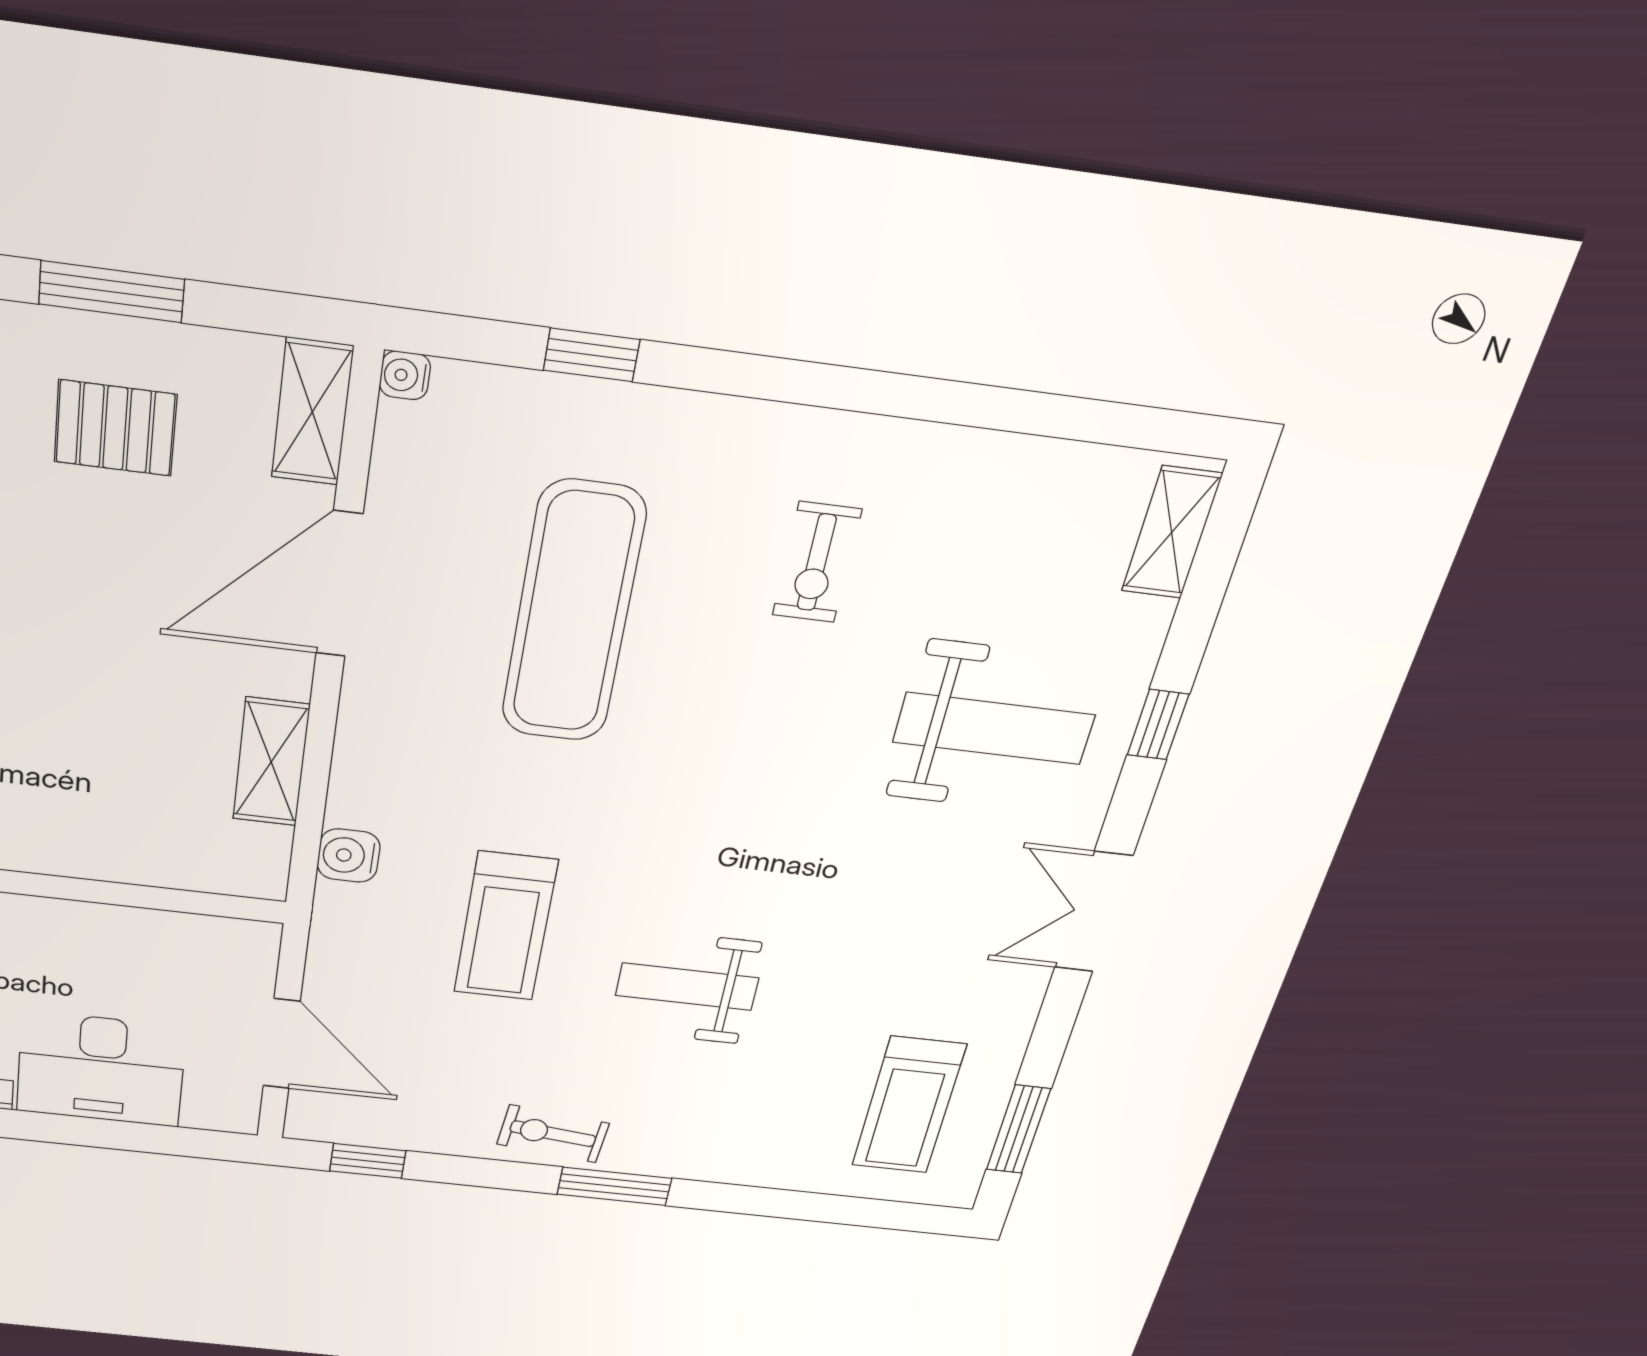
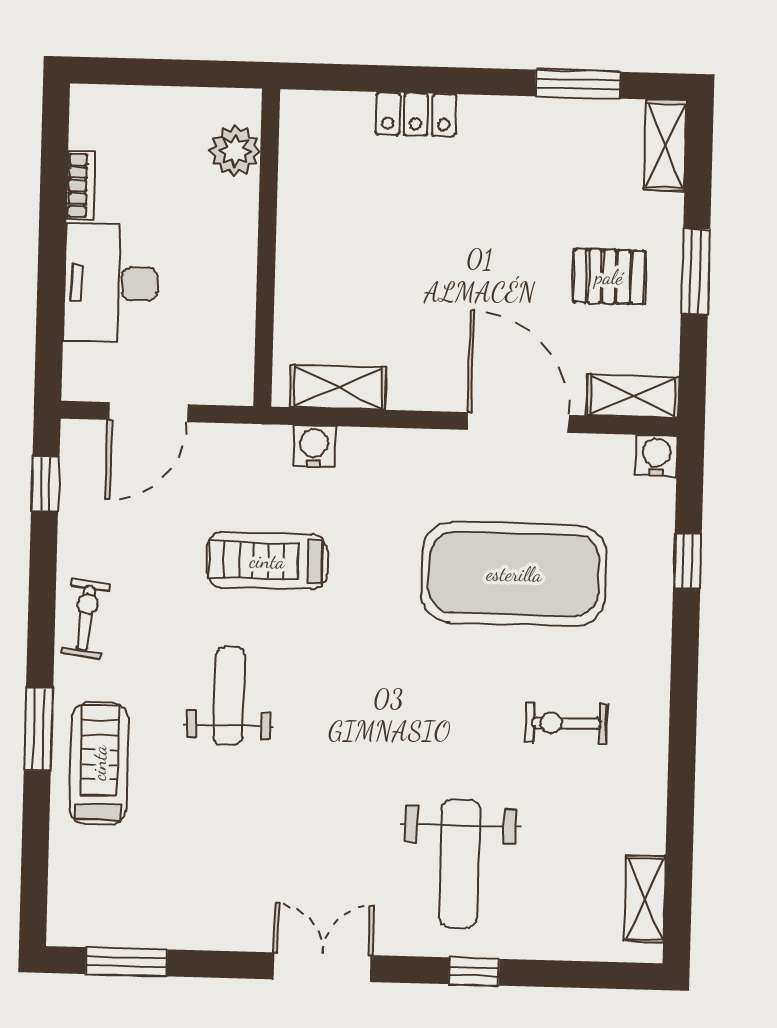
water cooler: (405, 375) -> (657, 456), width x1.38, depth x1.38
pallet: (115, 428) -> (609, 277), turned 90
shelving: (1172, 533) -> (645, 899), moved, turned 90
exercise mat: (573, 613) -> (514, 574), width x1.47
shelving: (271, 762) -> (338, 387), moved
treadmill: (909, 1105) -> (99, 763), moved, turned 90
window: (614, 1186) -> (38, 729), moved

